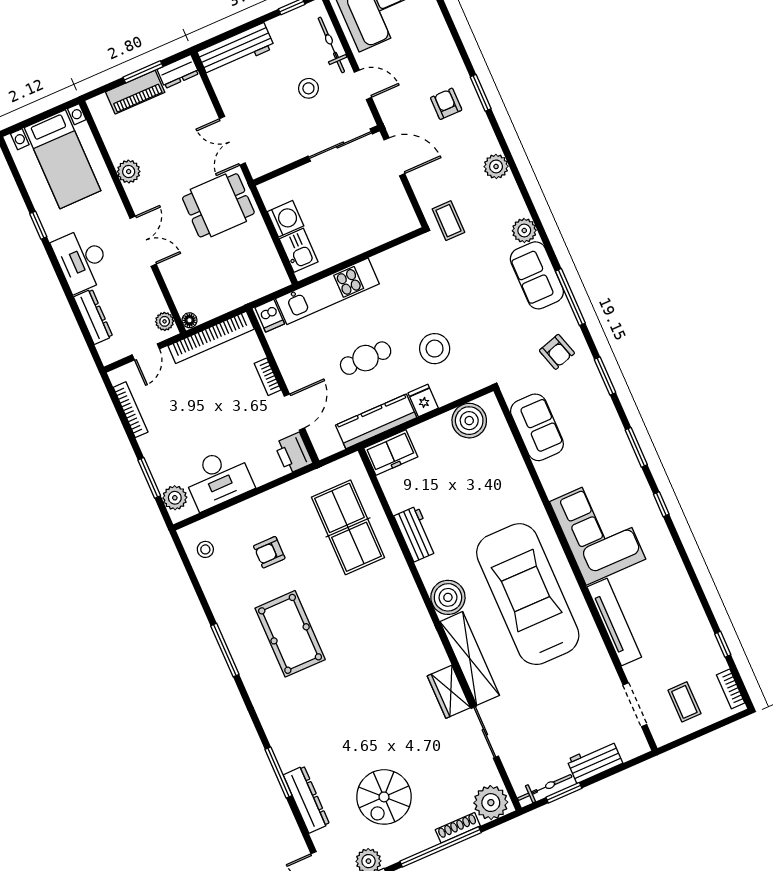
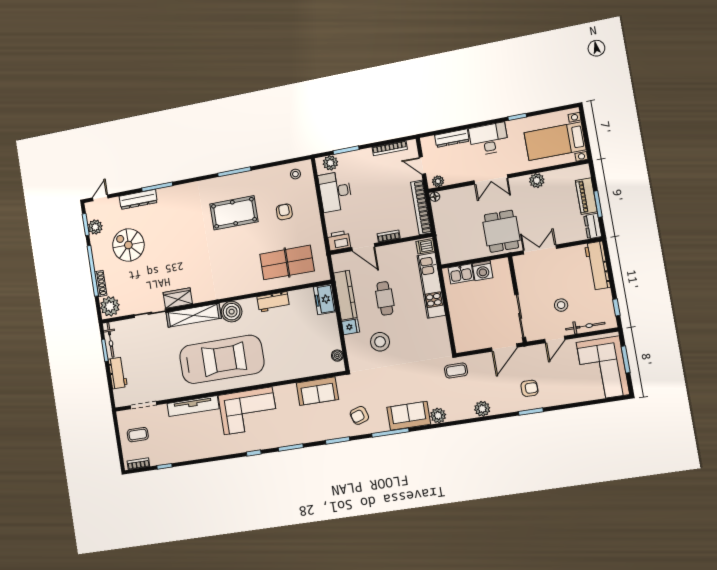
boiler: (469, 421) -> (337, 356), width x0.54, depth x0.54

